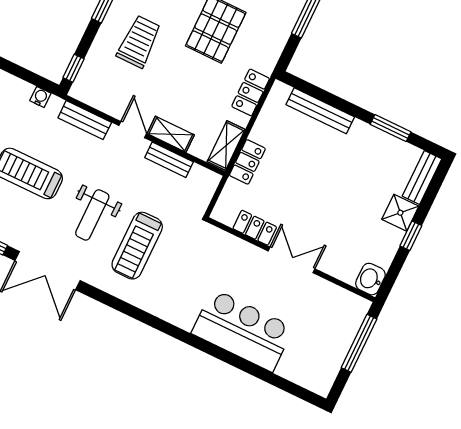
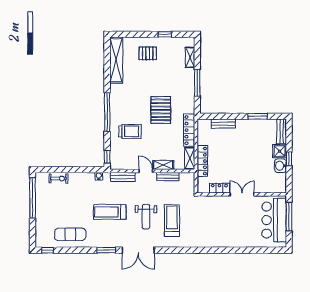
trolley: (139, 42) -> (130, 131), turned 90
locker: (251, 92) -> (189, 130), width x1.53
bench: (320, 111) -> (223, 124), width x0.73
locker: (247, 162) -> (202, 161), width x1.53
treadmill: (137, 246) -> (172, 221), turned 180
washbasin: (370, 279) -> (280, 166), moved
bar counter: (243, 330) -> (274, 220), moved, turned -90

